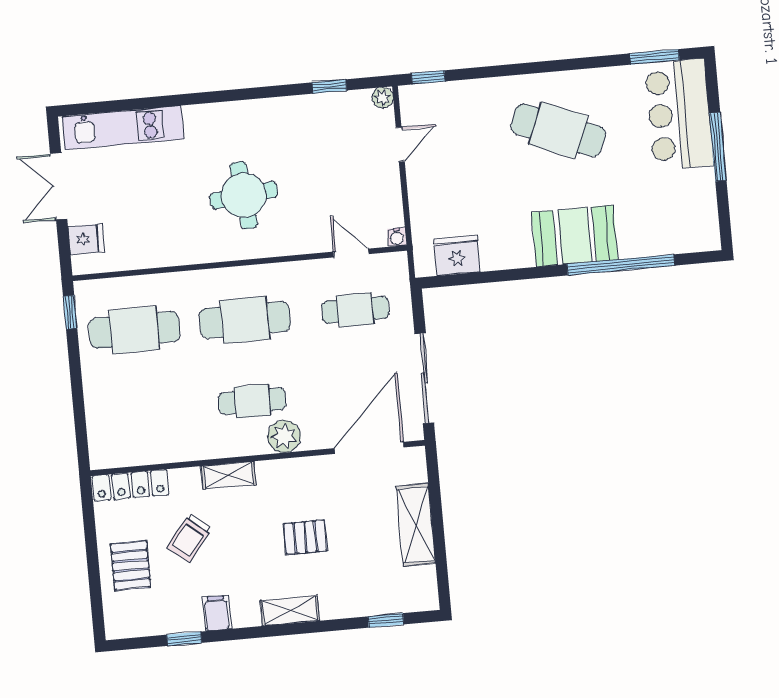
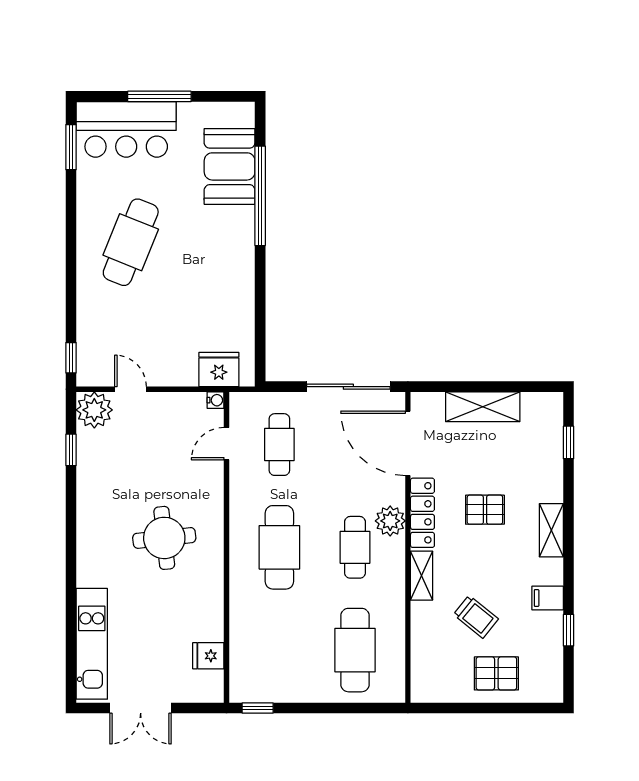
plant: (383, 98) -> (94, 410), width x1.87, depth x1.87
booth: (575, 236) -> (230, 166), moved
fridge: (86, 239) -> (208, 656), moved, turned -90
fridge: (457, 256) -> (219, 369), moved, turned 90
cafe table: (134, 330) -> (355, 650), moved
locker: (131, 485) -> (422, 513), moved
pallet: (305, 537) -> (485, 510), turned 90

